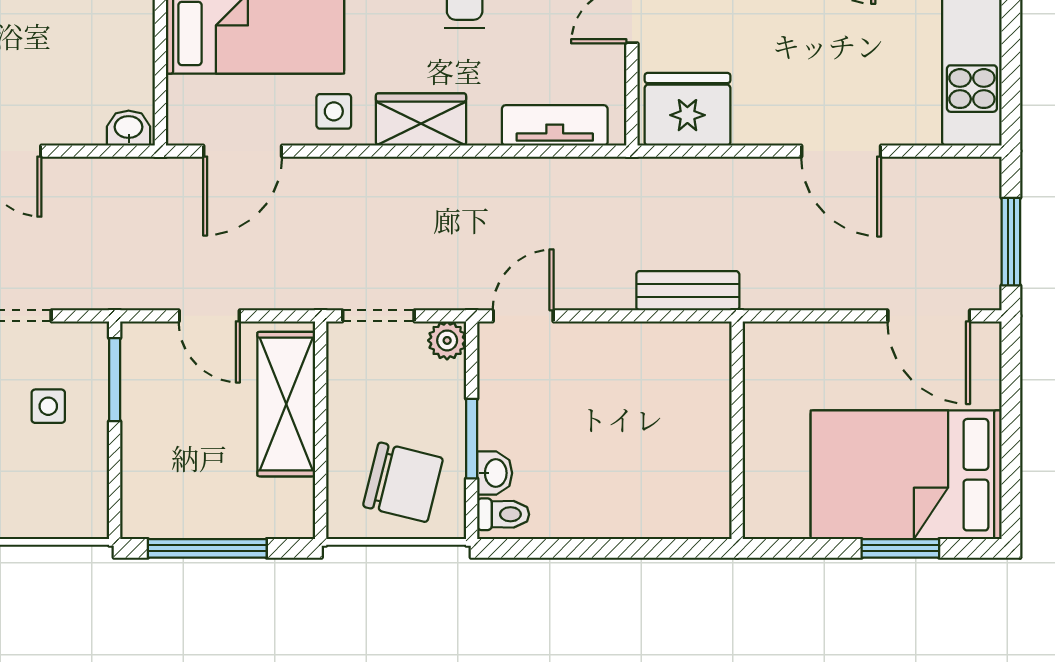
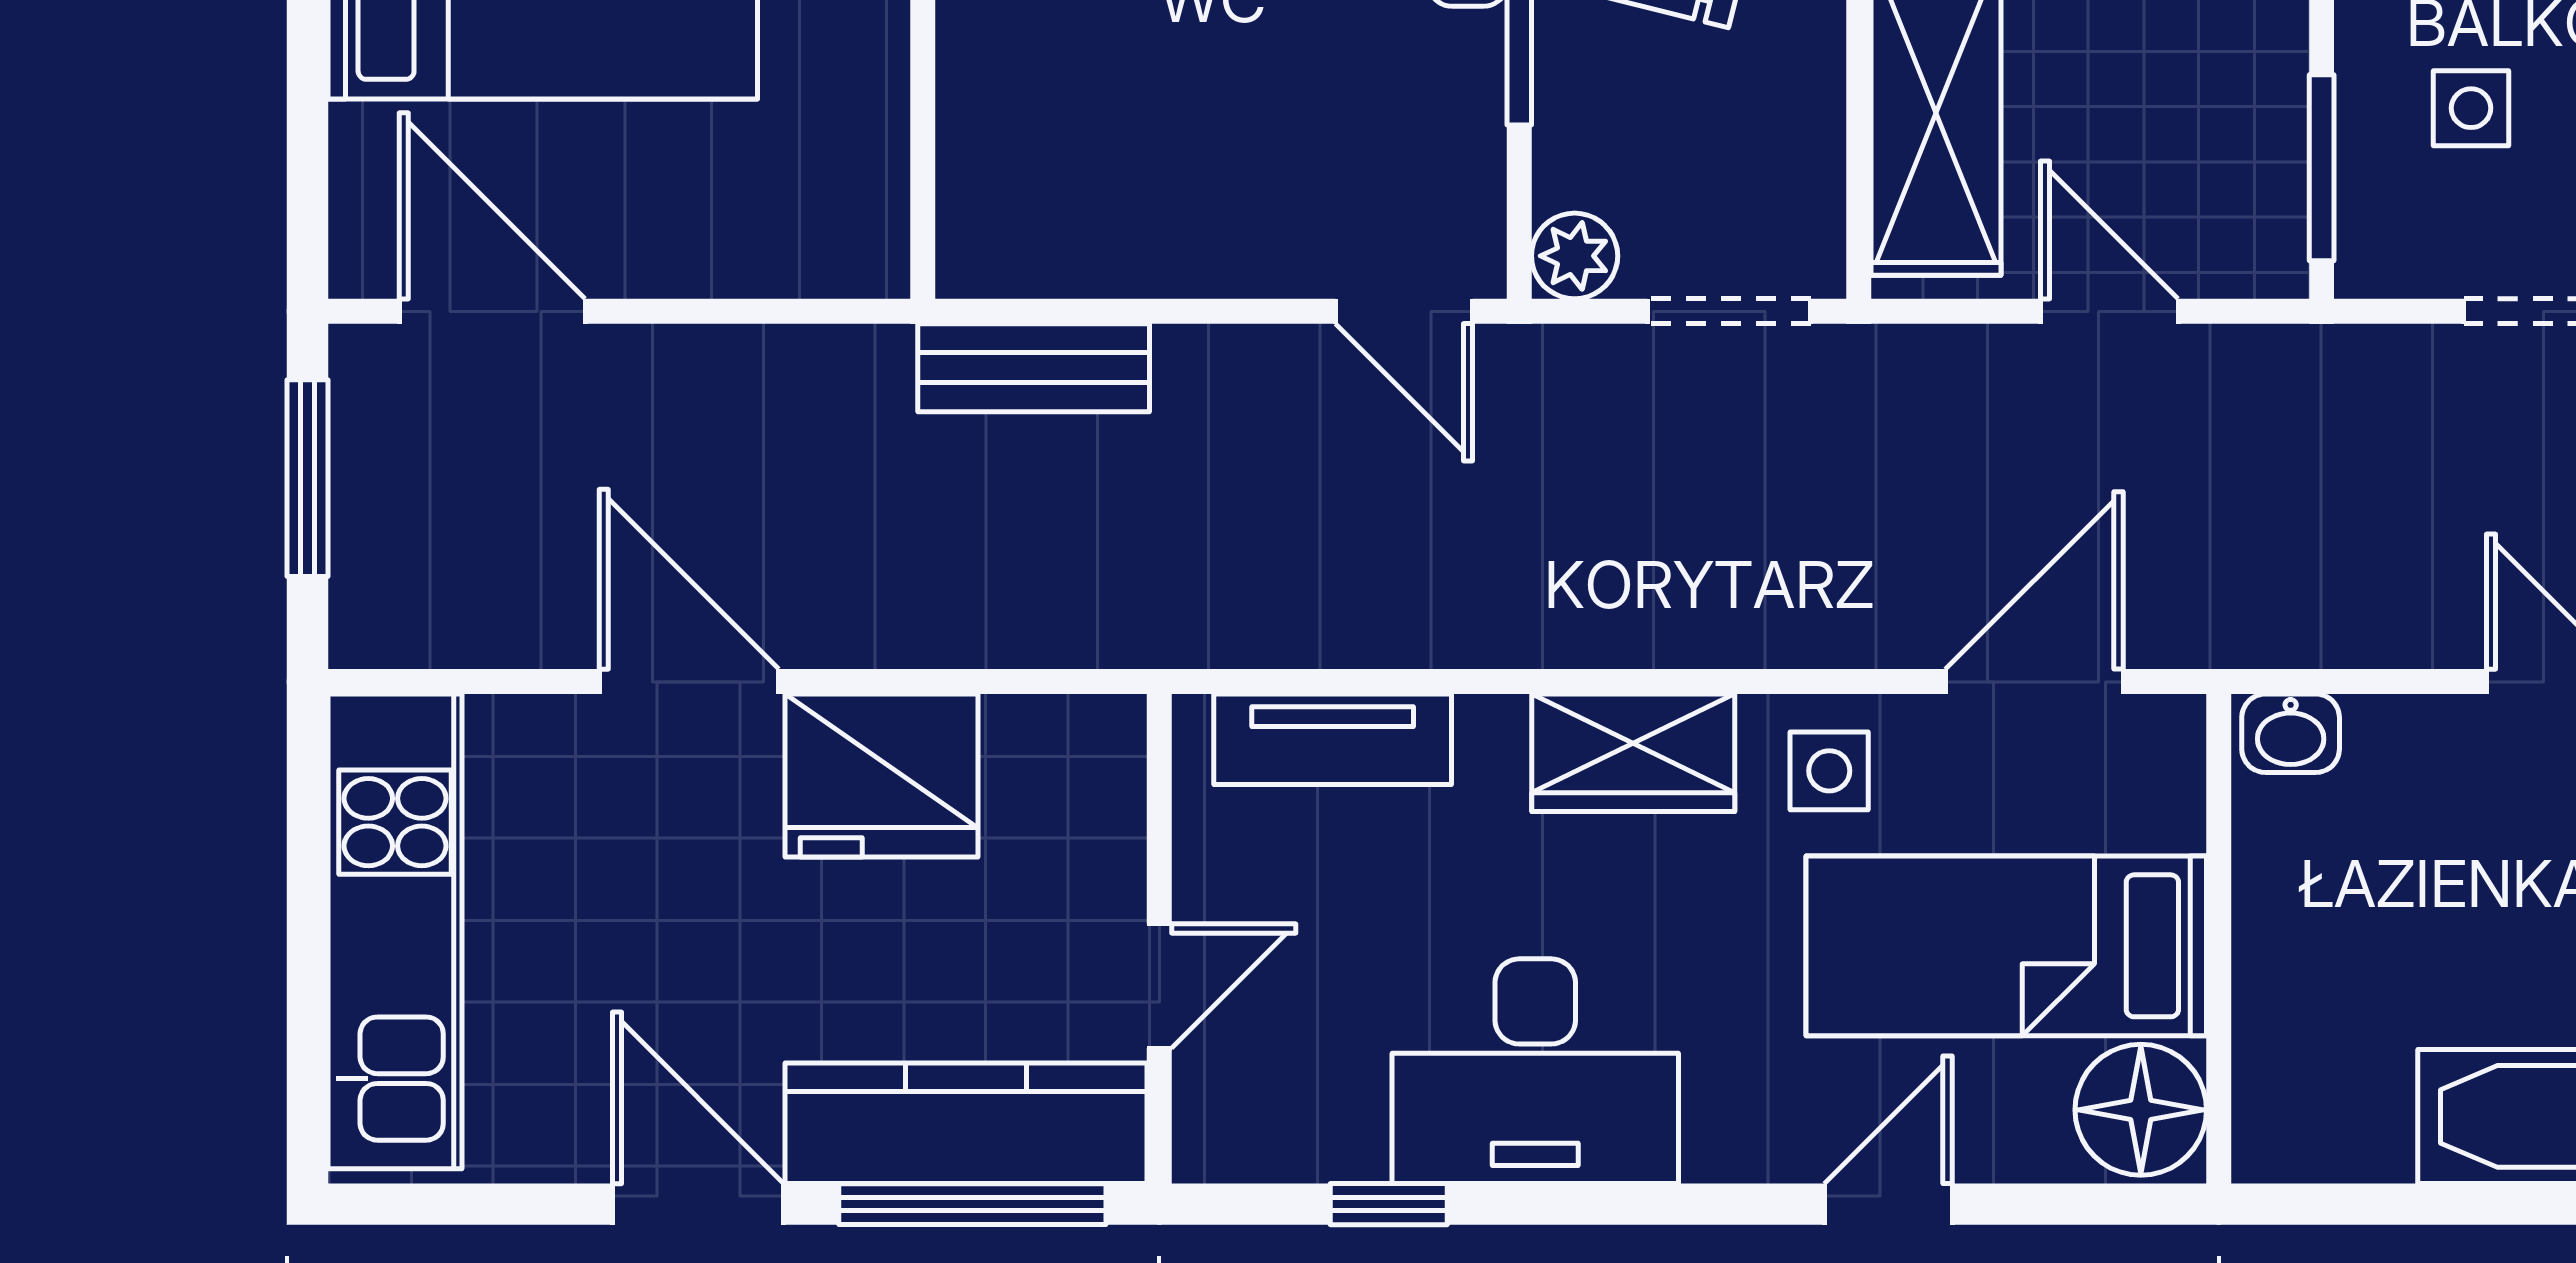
fridge: (687, 109) -> (881, 776), moved
door: (523, 316) -> (1404, 311), hinge flipped

